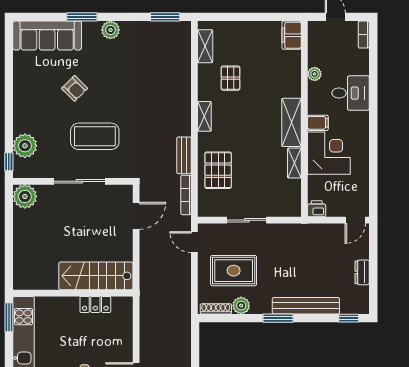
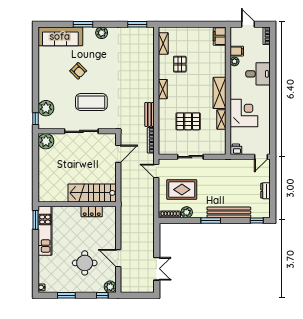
filing cabinet: (318, 123) -> (237, 51), moved
pallet: (218, 170) -> (188, 121), moved, turned 90

